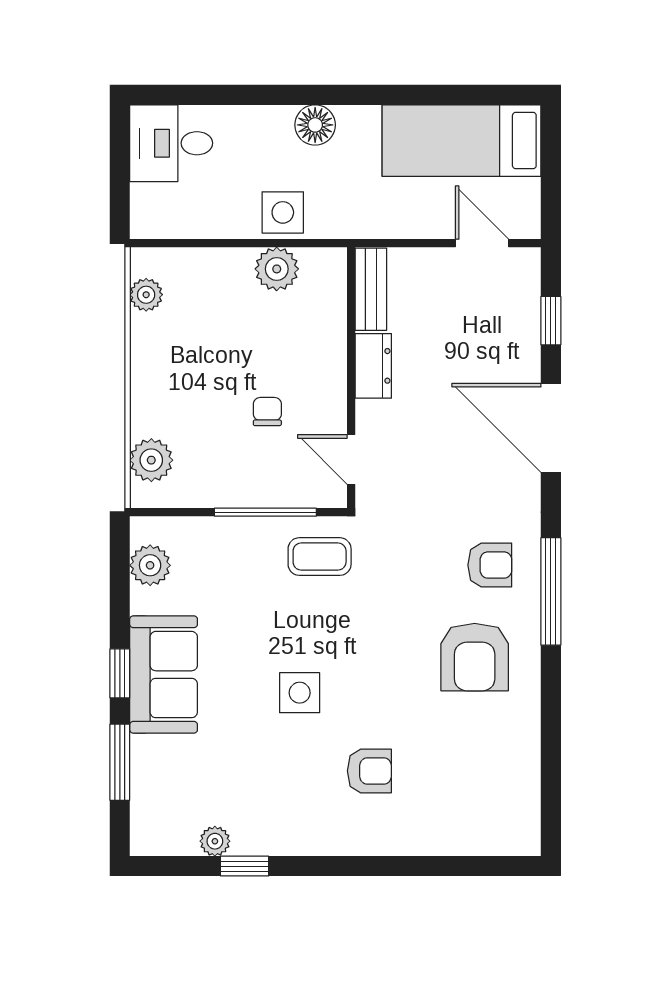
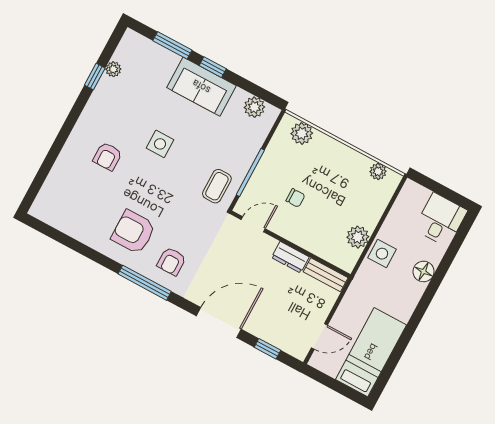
floor lamp: (315, 125) -> (424, 271), moved

